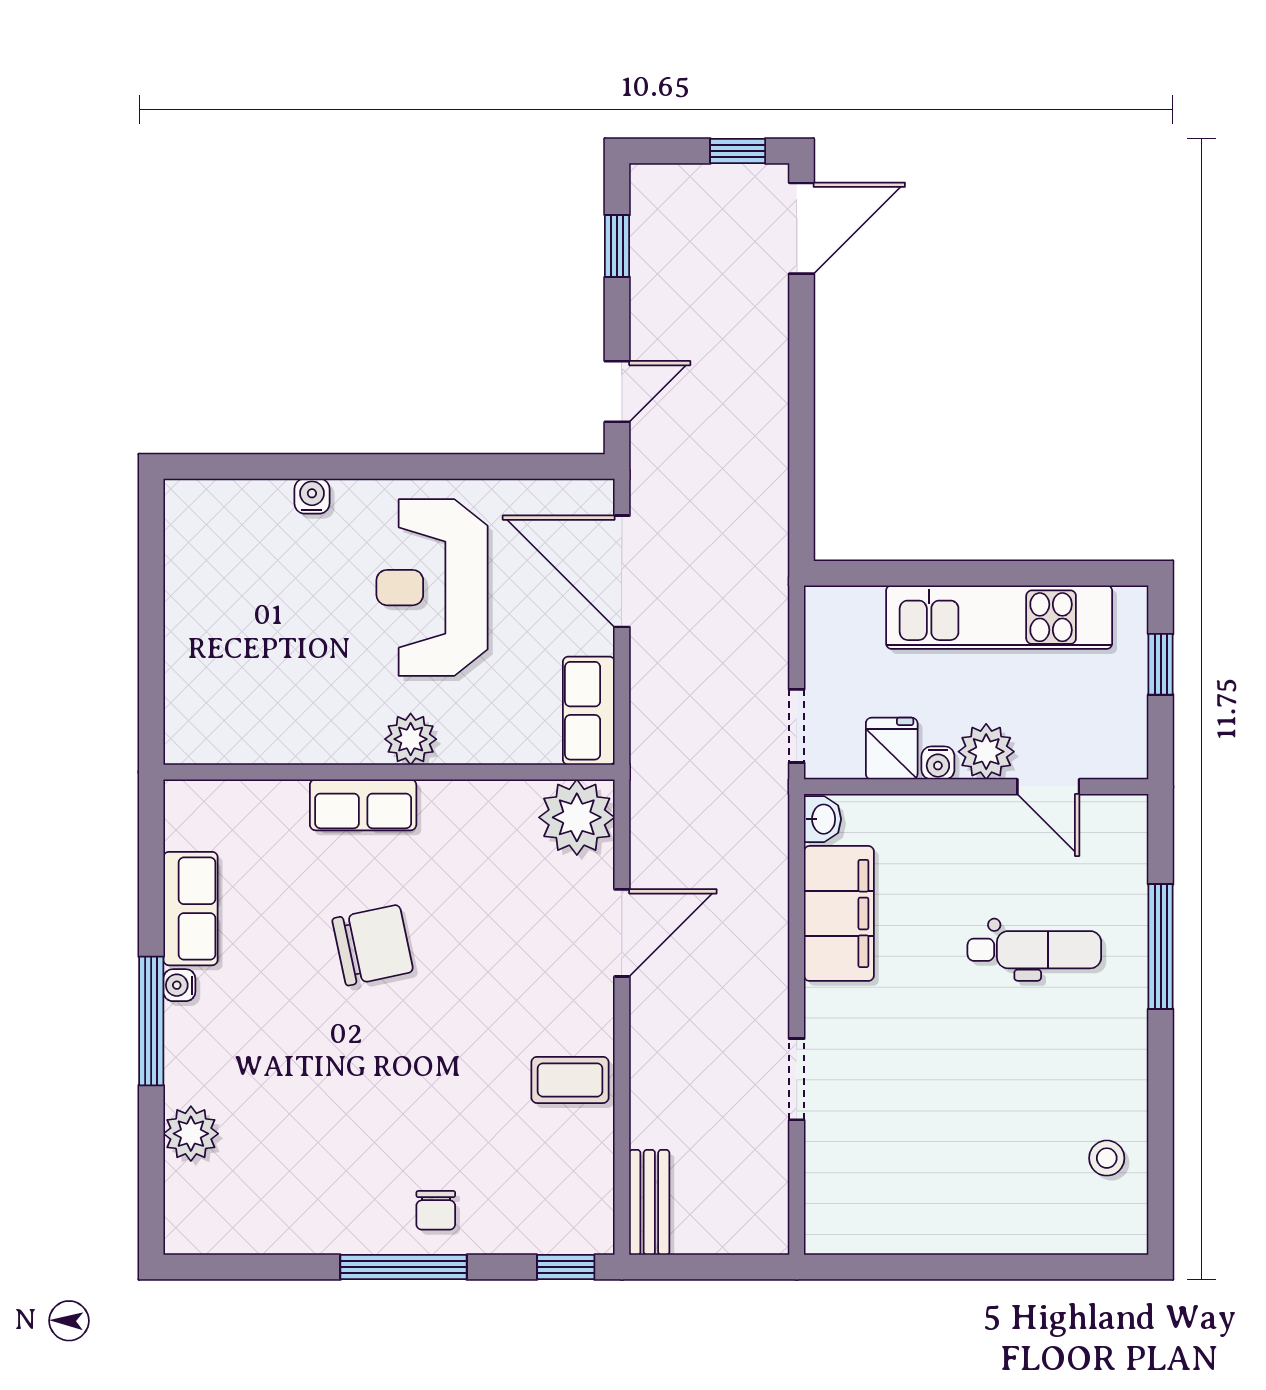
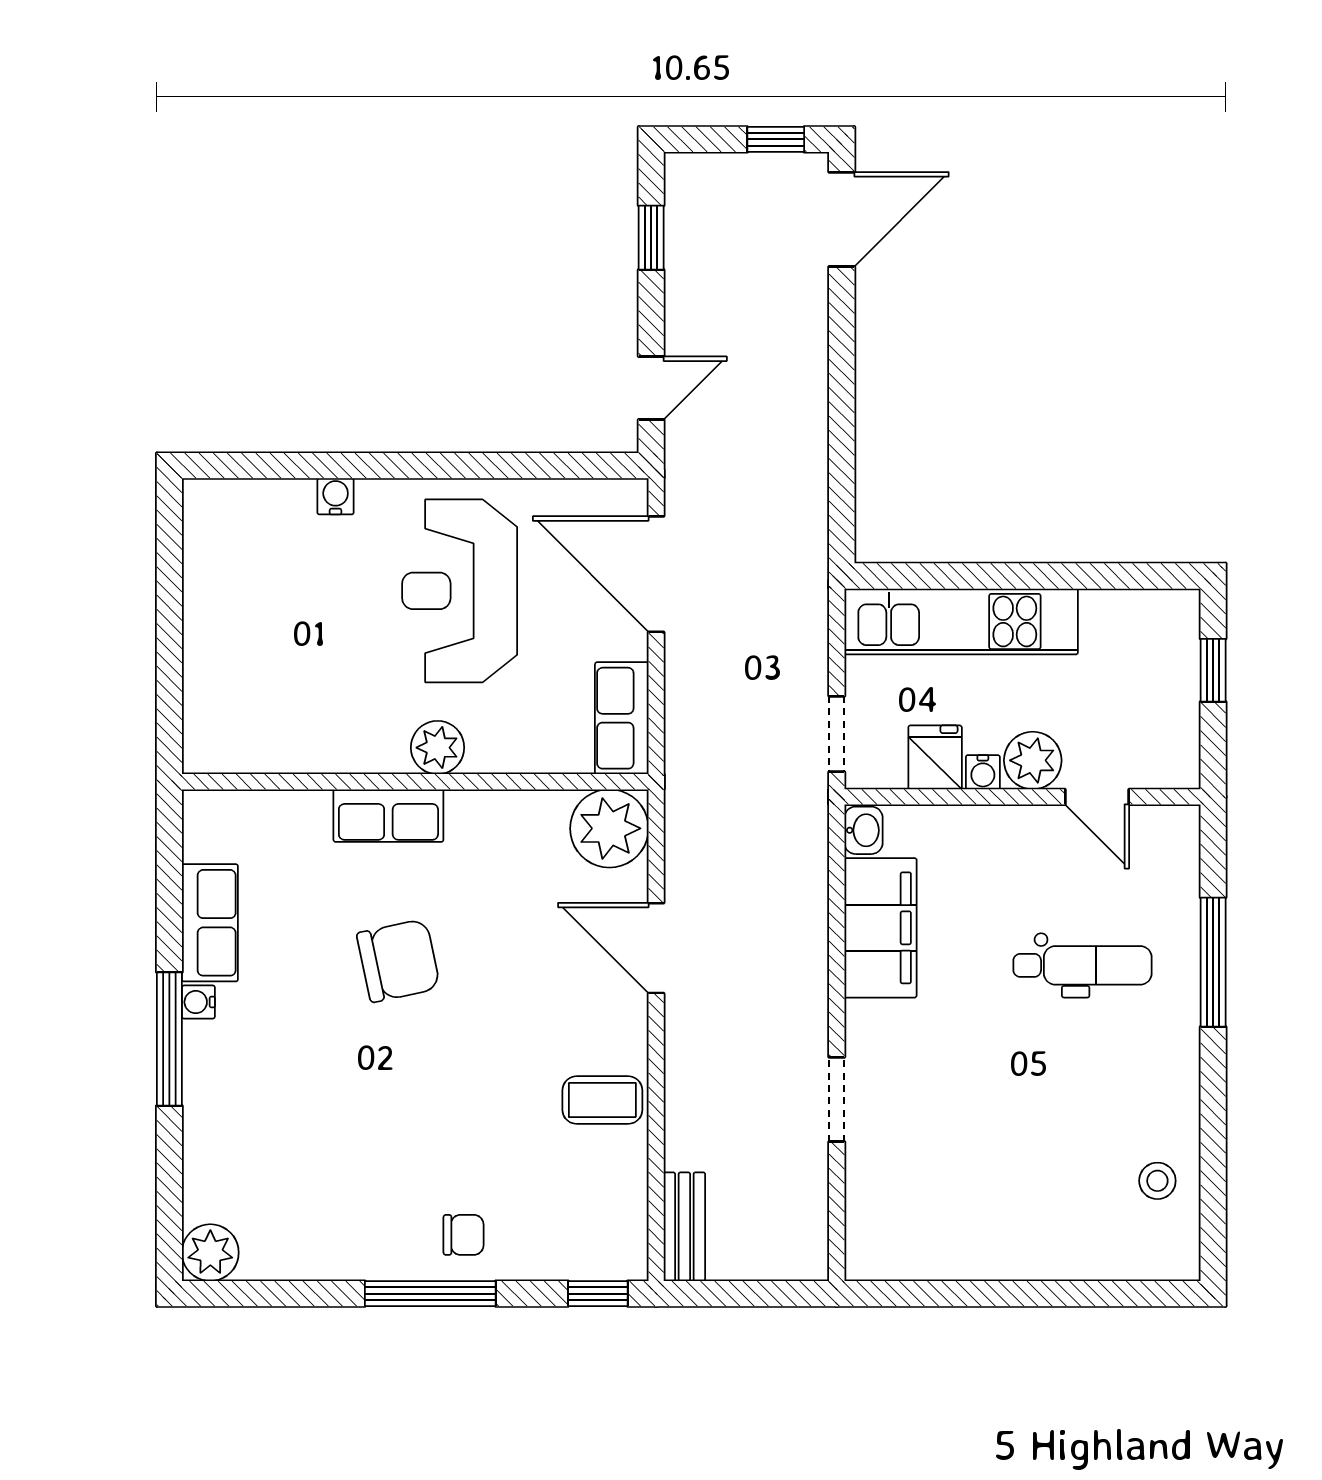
kitchen unit: (999, 617) -> (961, 621), moved
door: (622, 933) -> (656, 948), swing flipped
plant: (191, 1134) -> (210, 1253), moved
chair: (436, 1210) -> (464, 1235), turned -90

